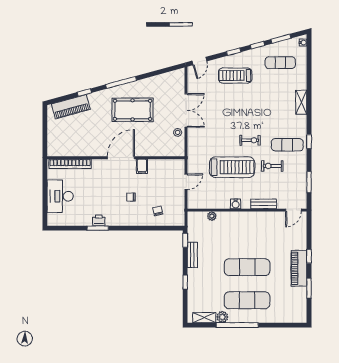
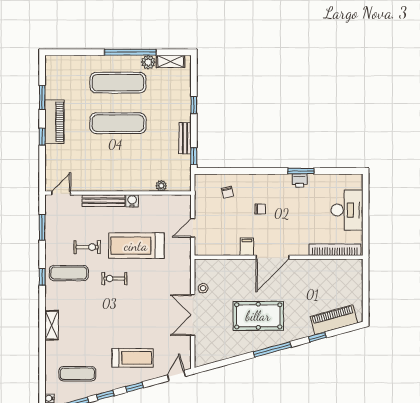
bench: (264, 204) -> (103, 201), width x1.36

